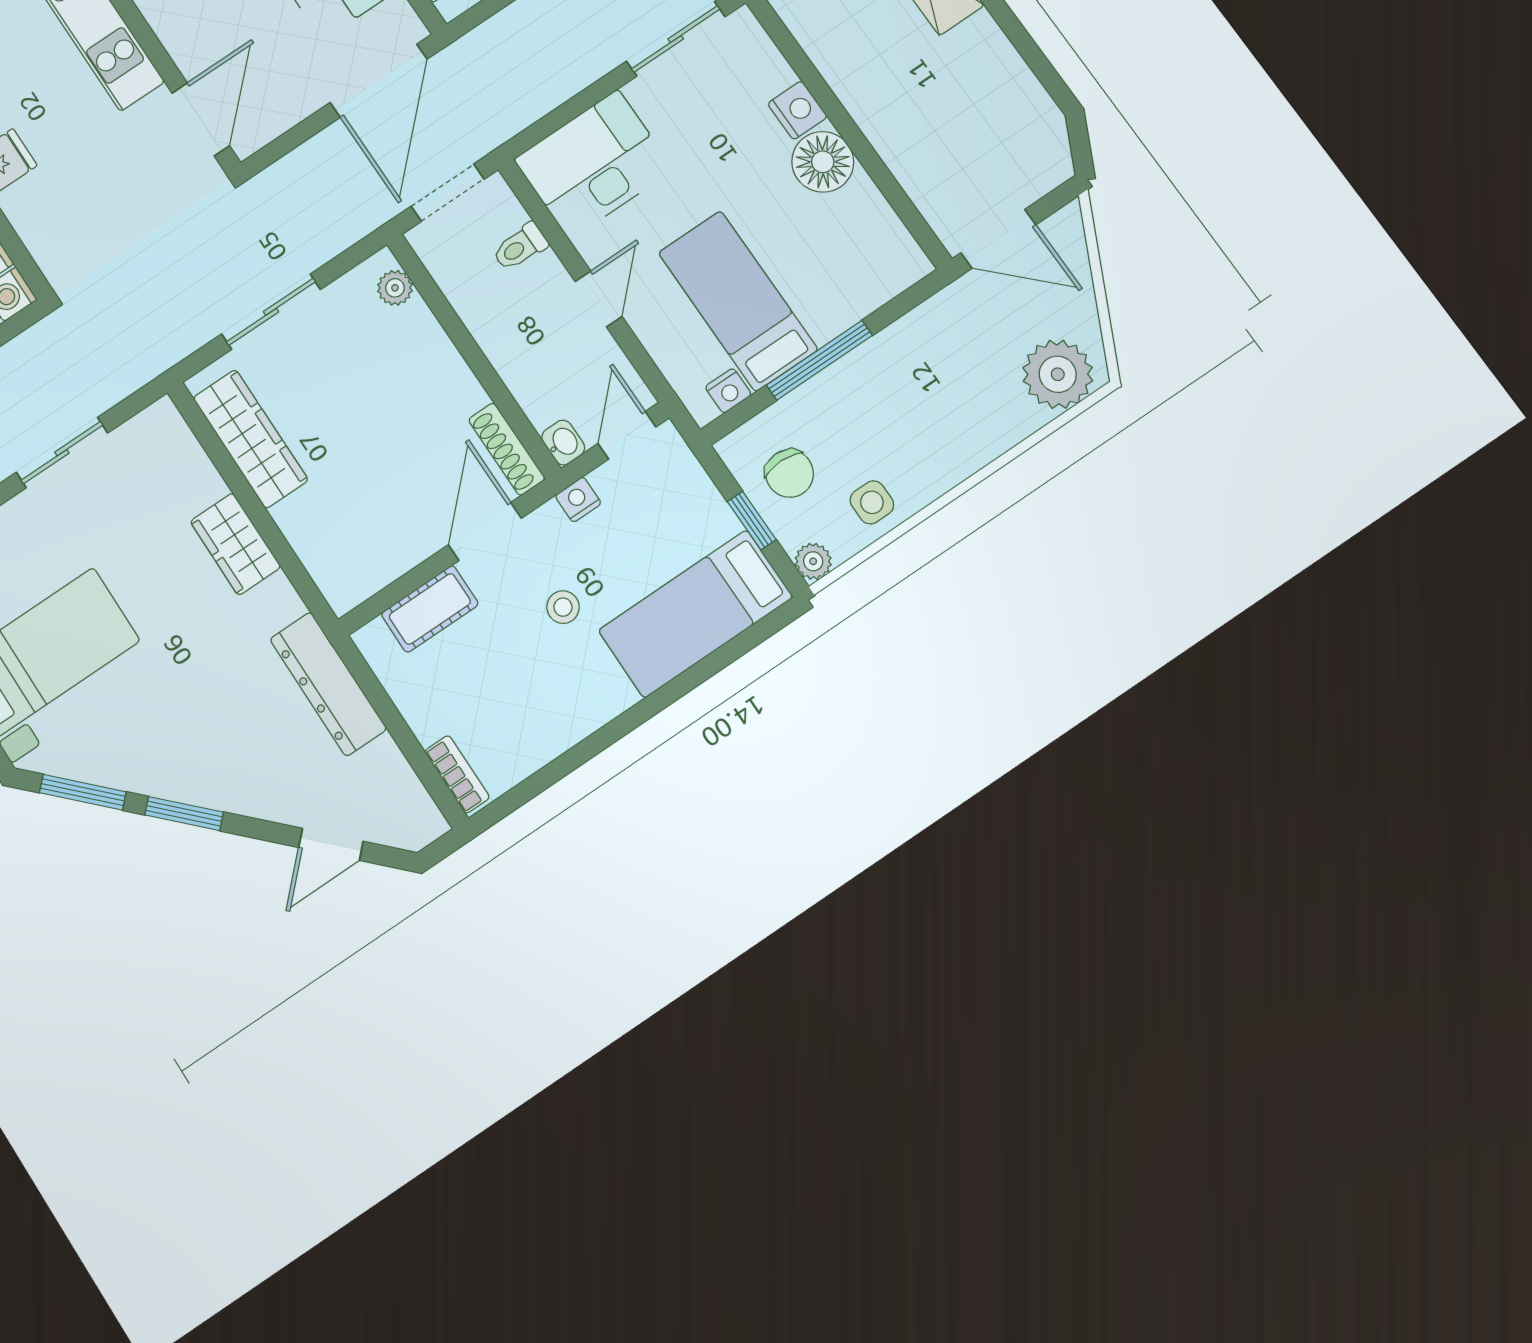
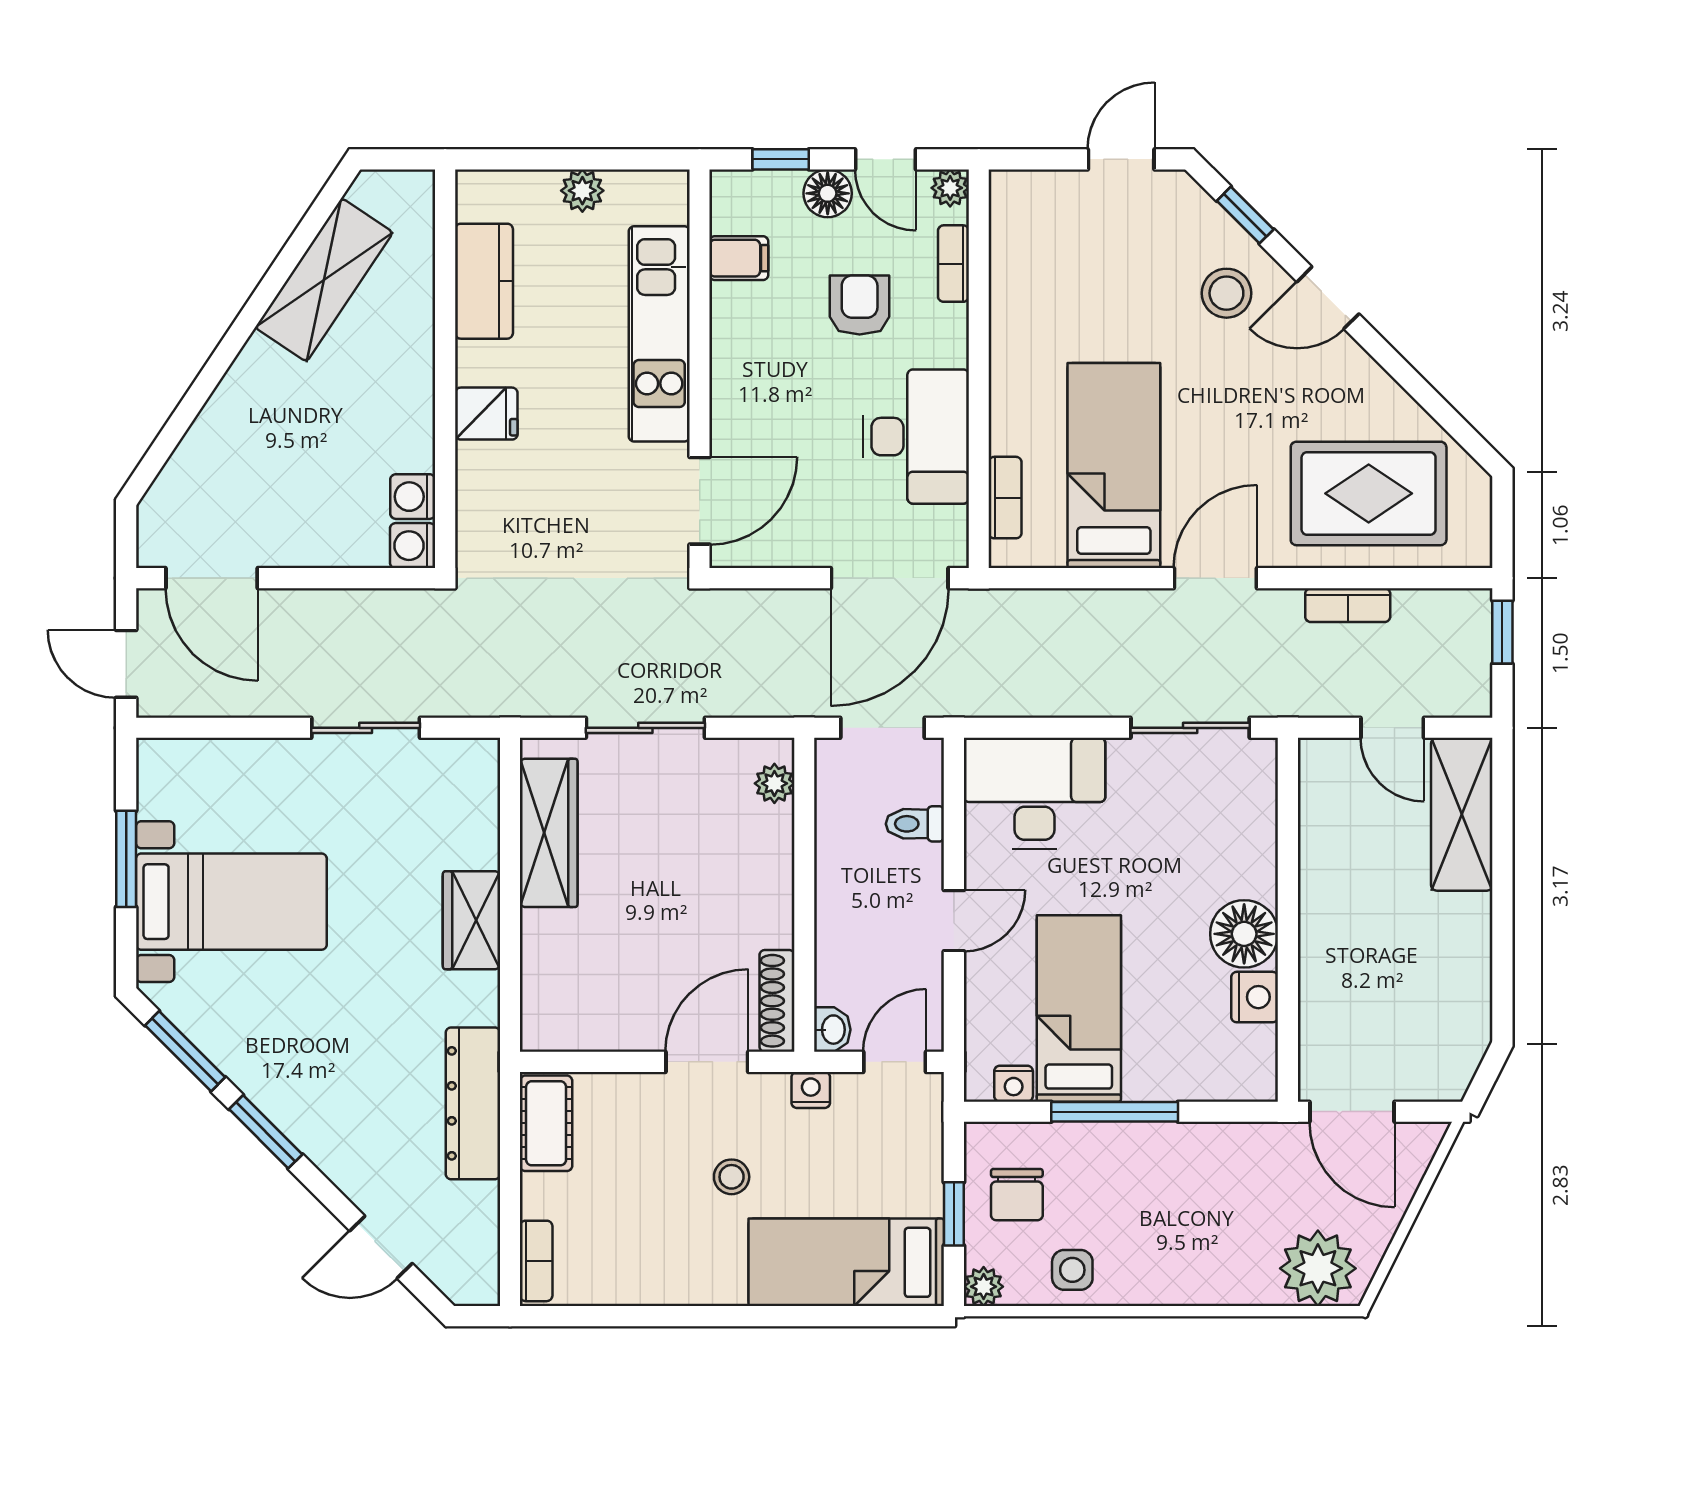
nightstand: (797, 110) -> (1255, 997), moved
cot: (430, 609) -> (546, 1123), moved, turned 90

